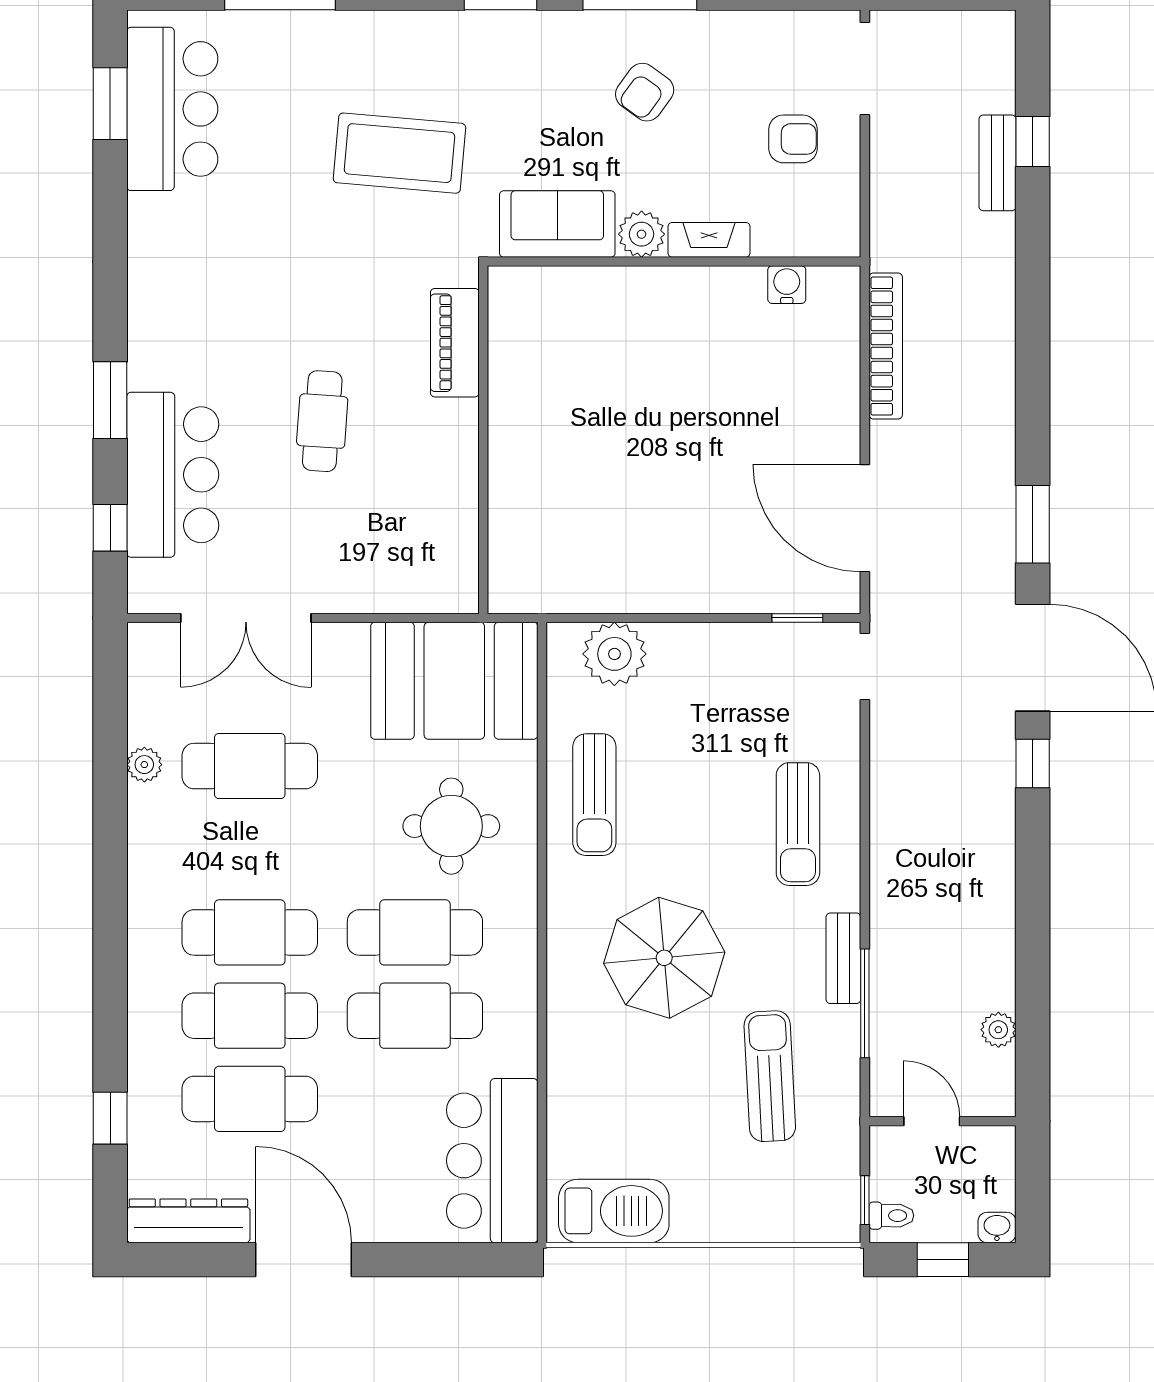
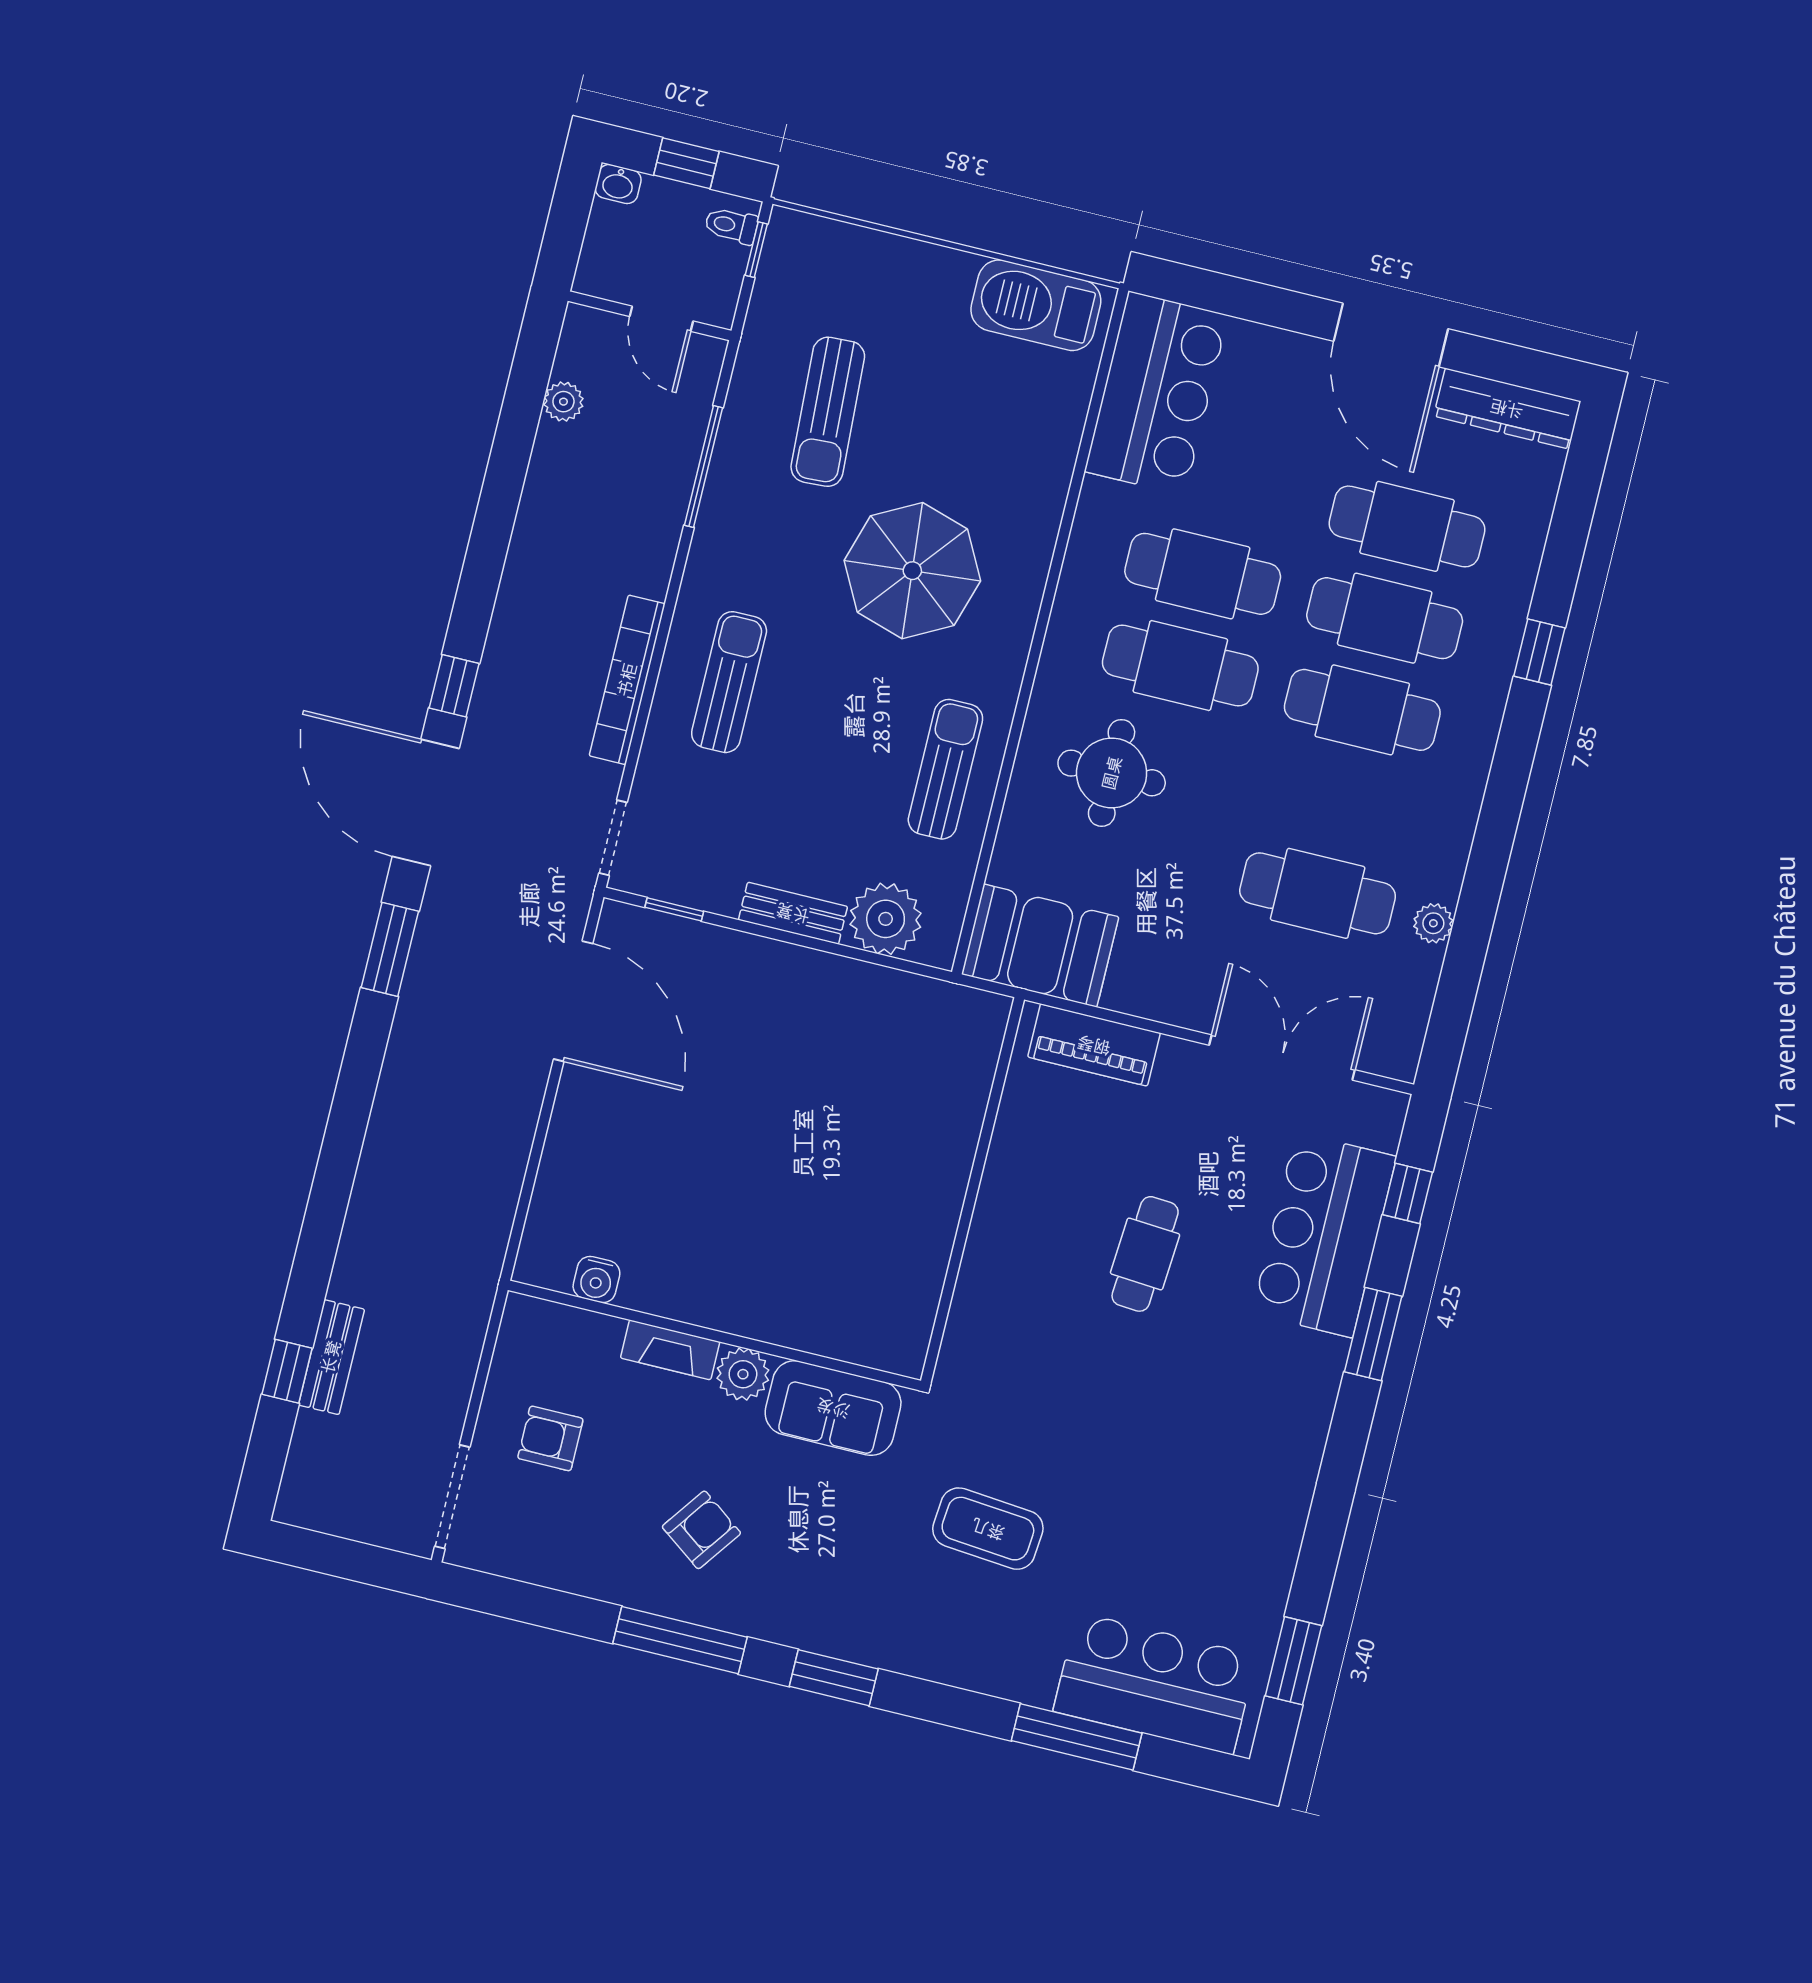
bar counter: (172, 109) -> (1155, 1683), moved, turned 90
coffee table: (399, 153) -> (988, 1529), width x0.73, depth x0.76
piano: (455, 343) -> (1094, 1045), moved, turned 90
bookcase: (886, 346) -> (627, 680), moved
booth: (454, 681) -> (1040, 946), width x0.73, depth x0.70
bench: (843, 958) -> (793, 913), moved, turned 90
window: (110, 1118) -> (1539, 652), moved

